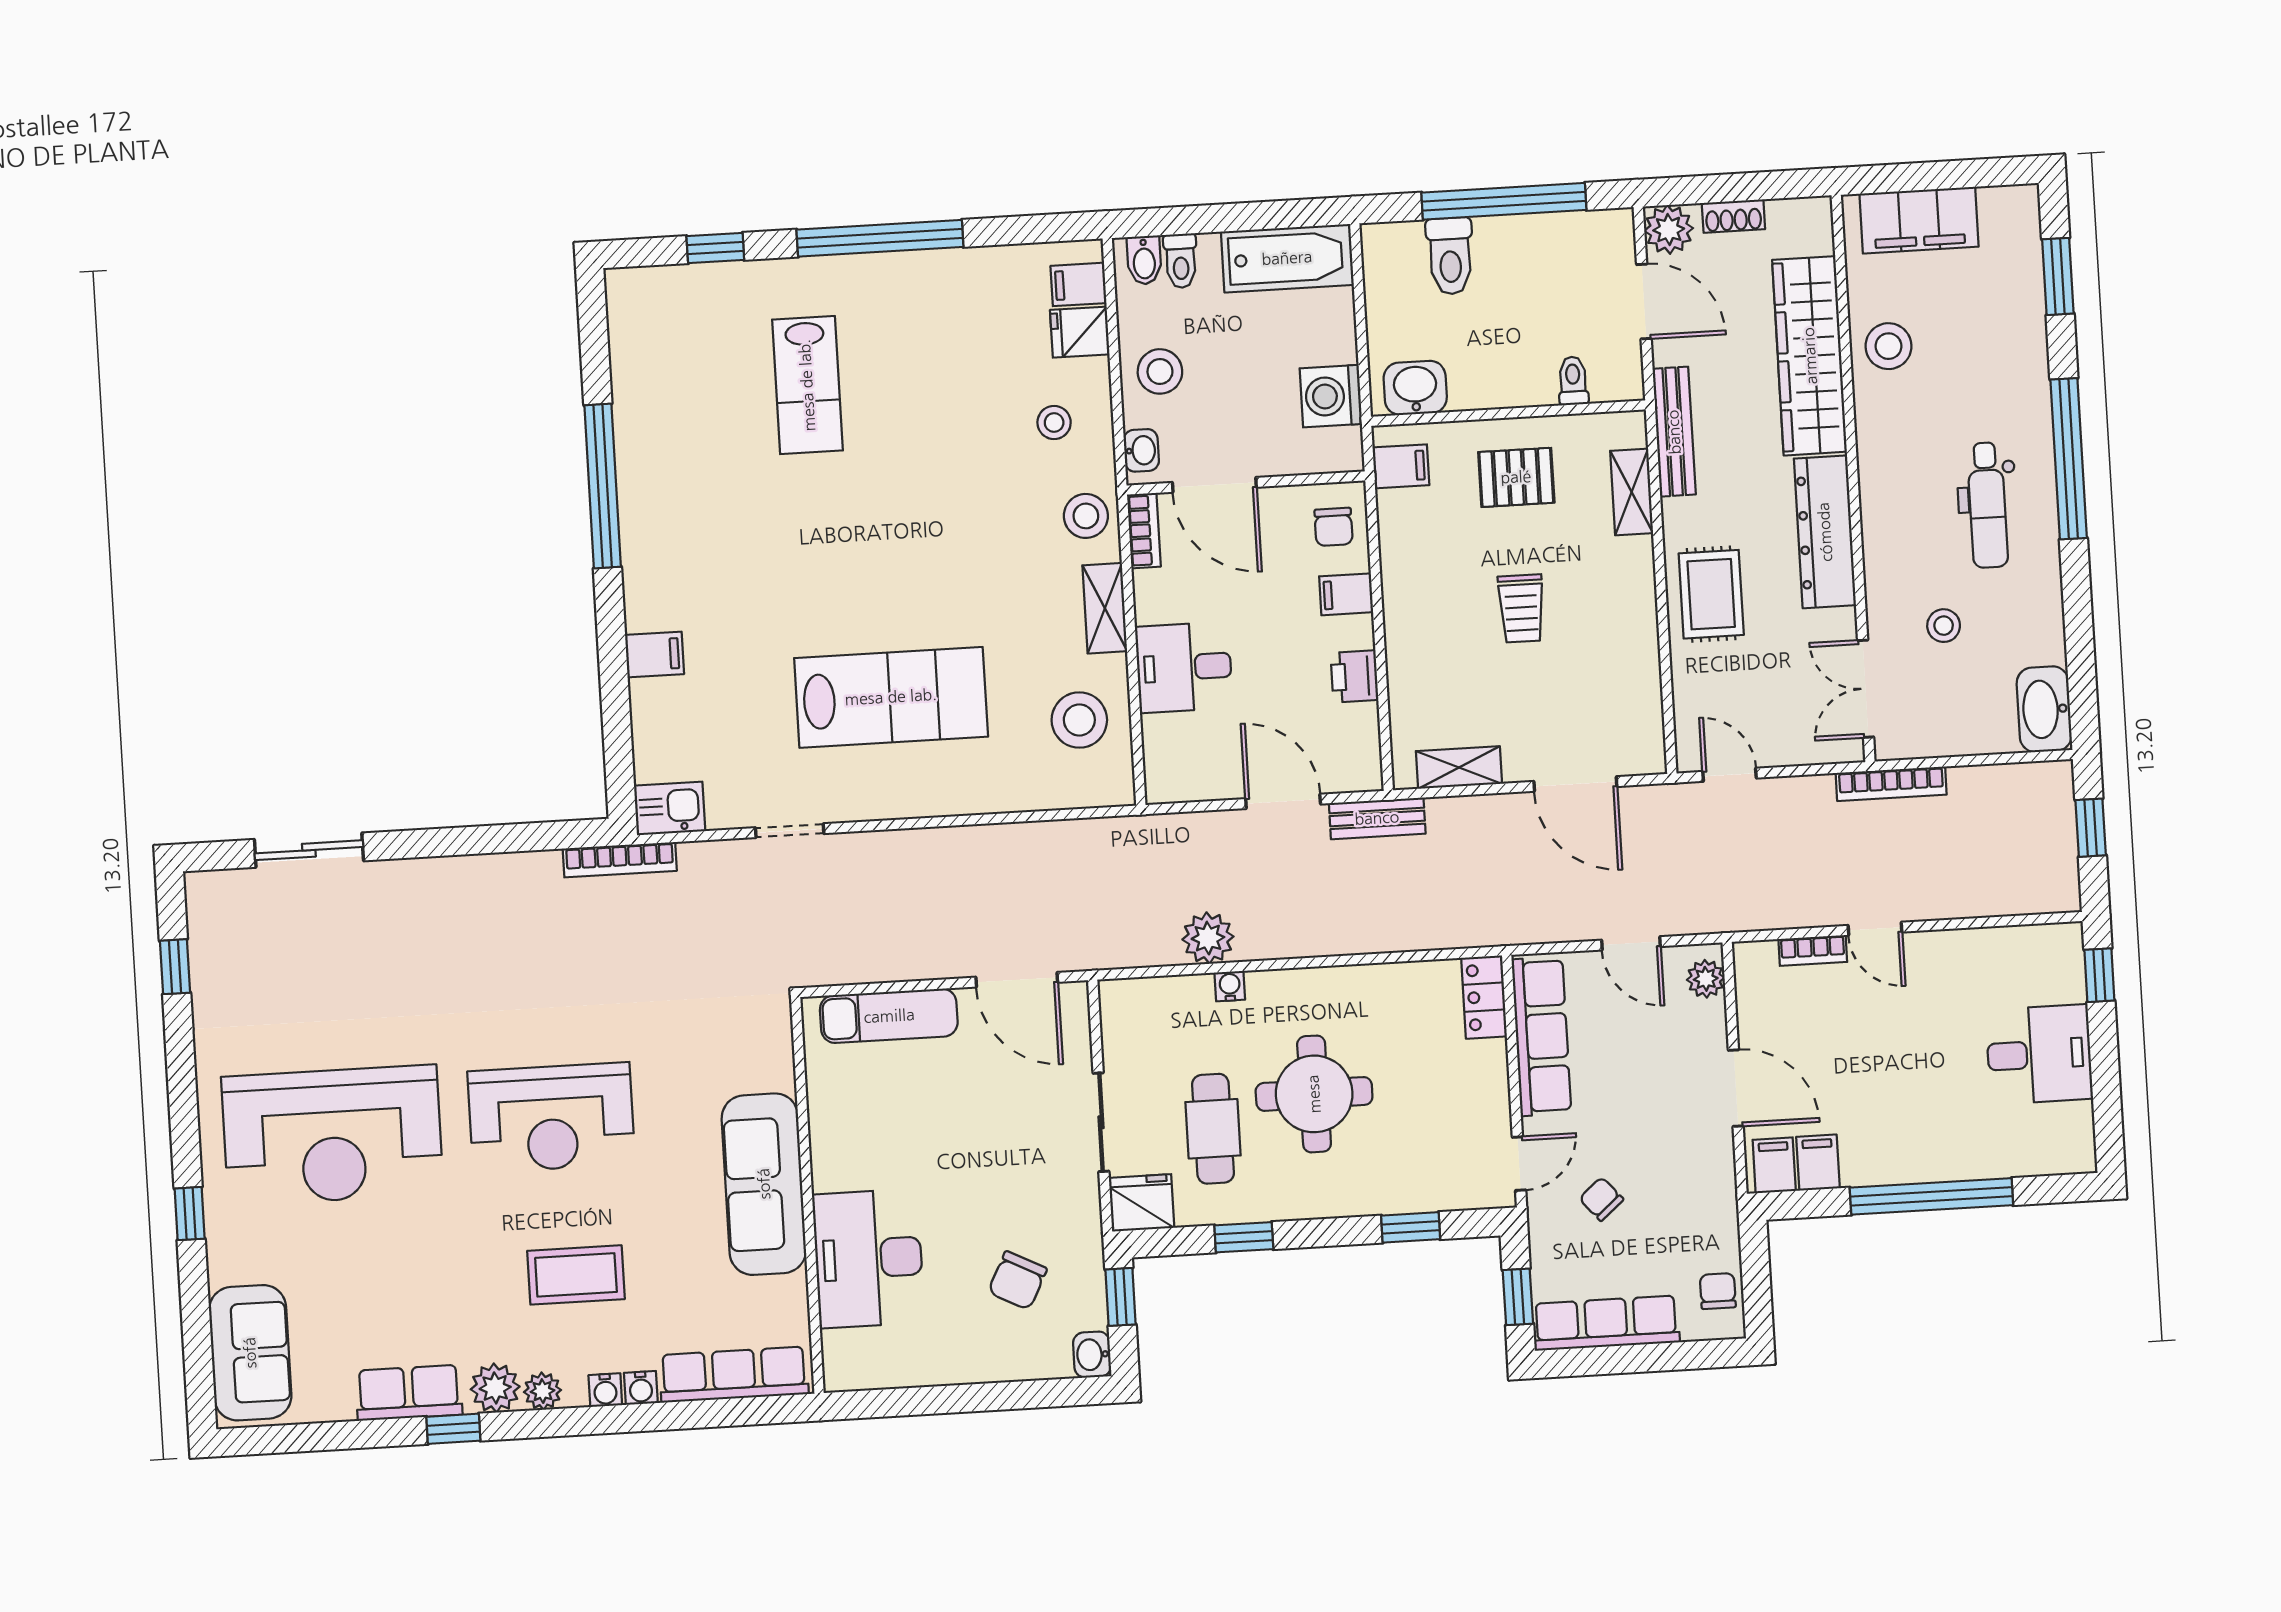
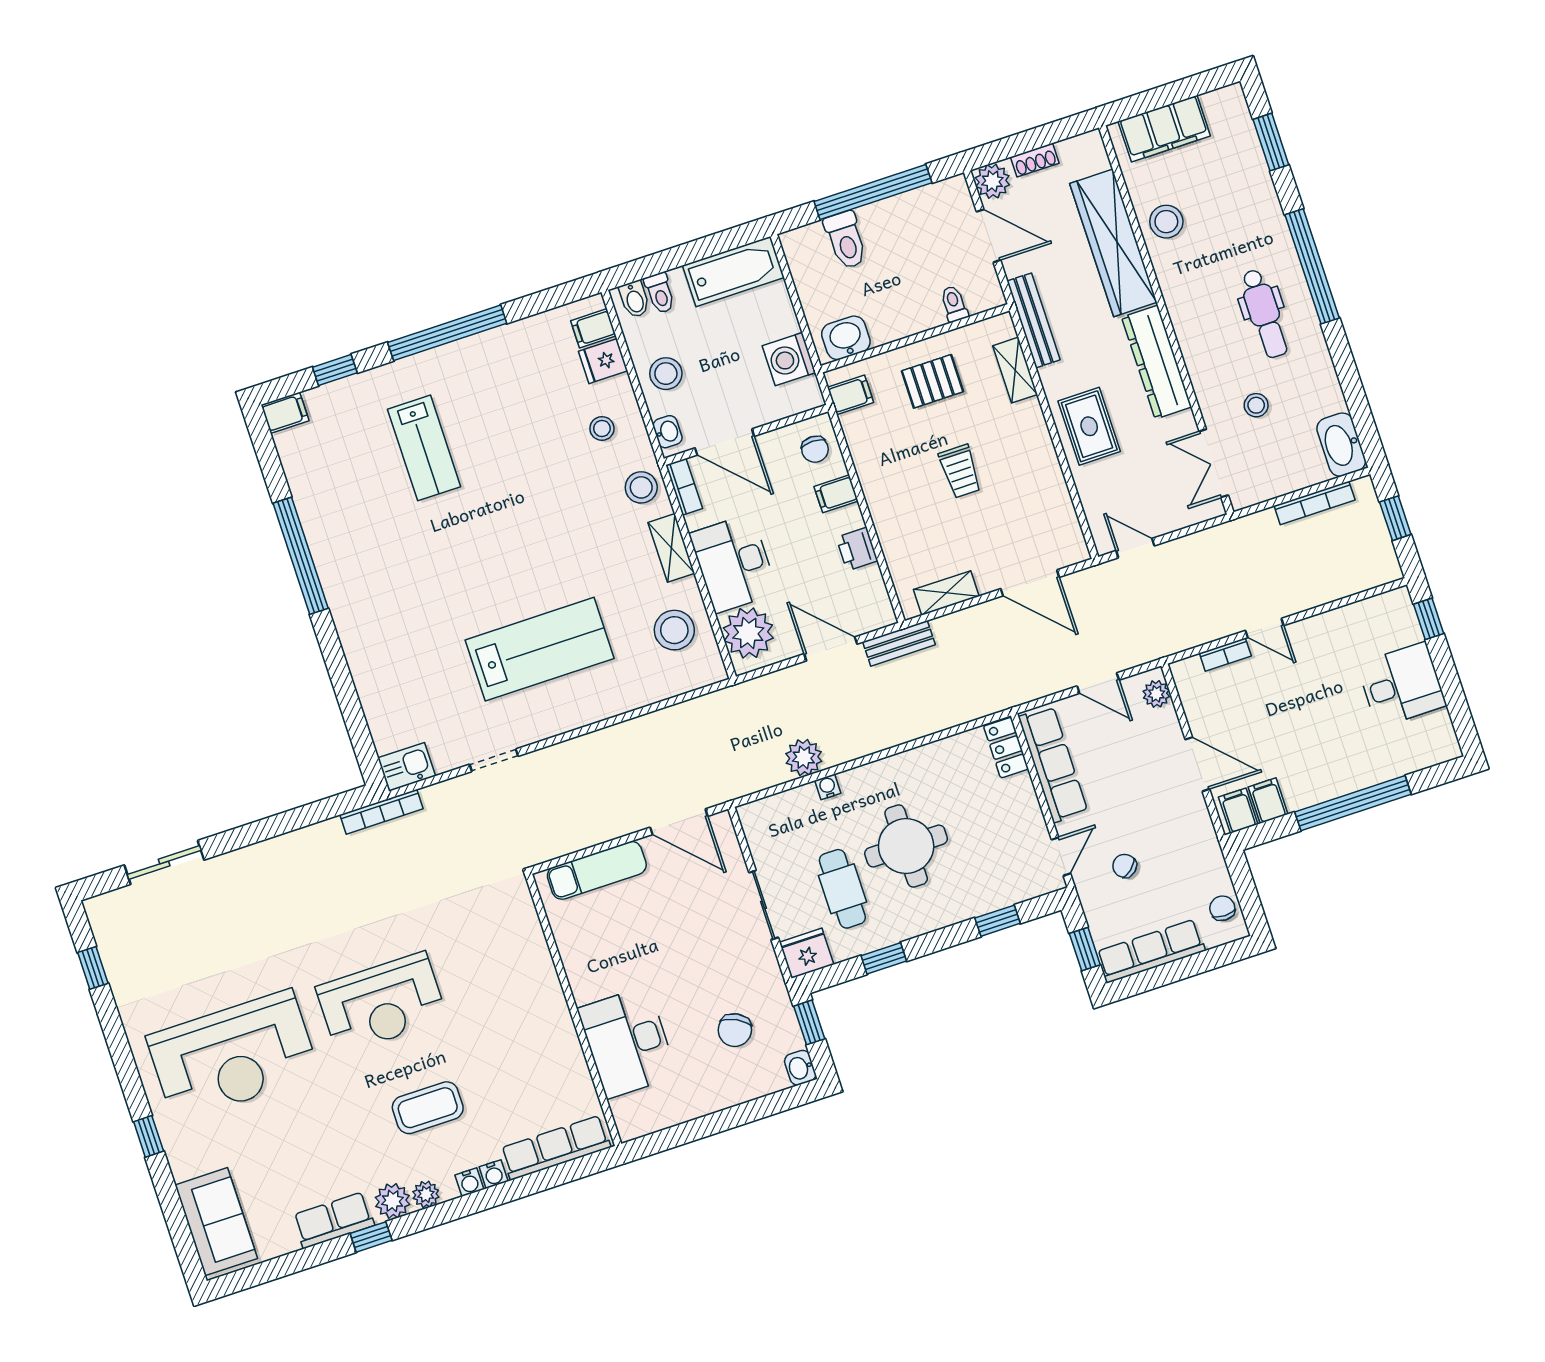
filing cabinet: (655, 654) -> (285, 413), moved
desk: (1184, 667) -> (734, 563), width x1.37
plant: (1178, 750) -> (748, 633), added
bookcase: (1891, 784) -> (1315, 503), moved
sofa: (764, 1184) -> (541, 1010), removed

